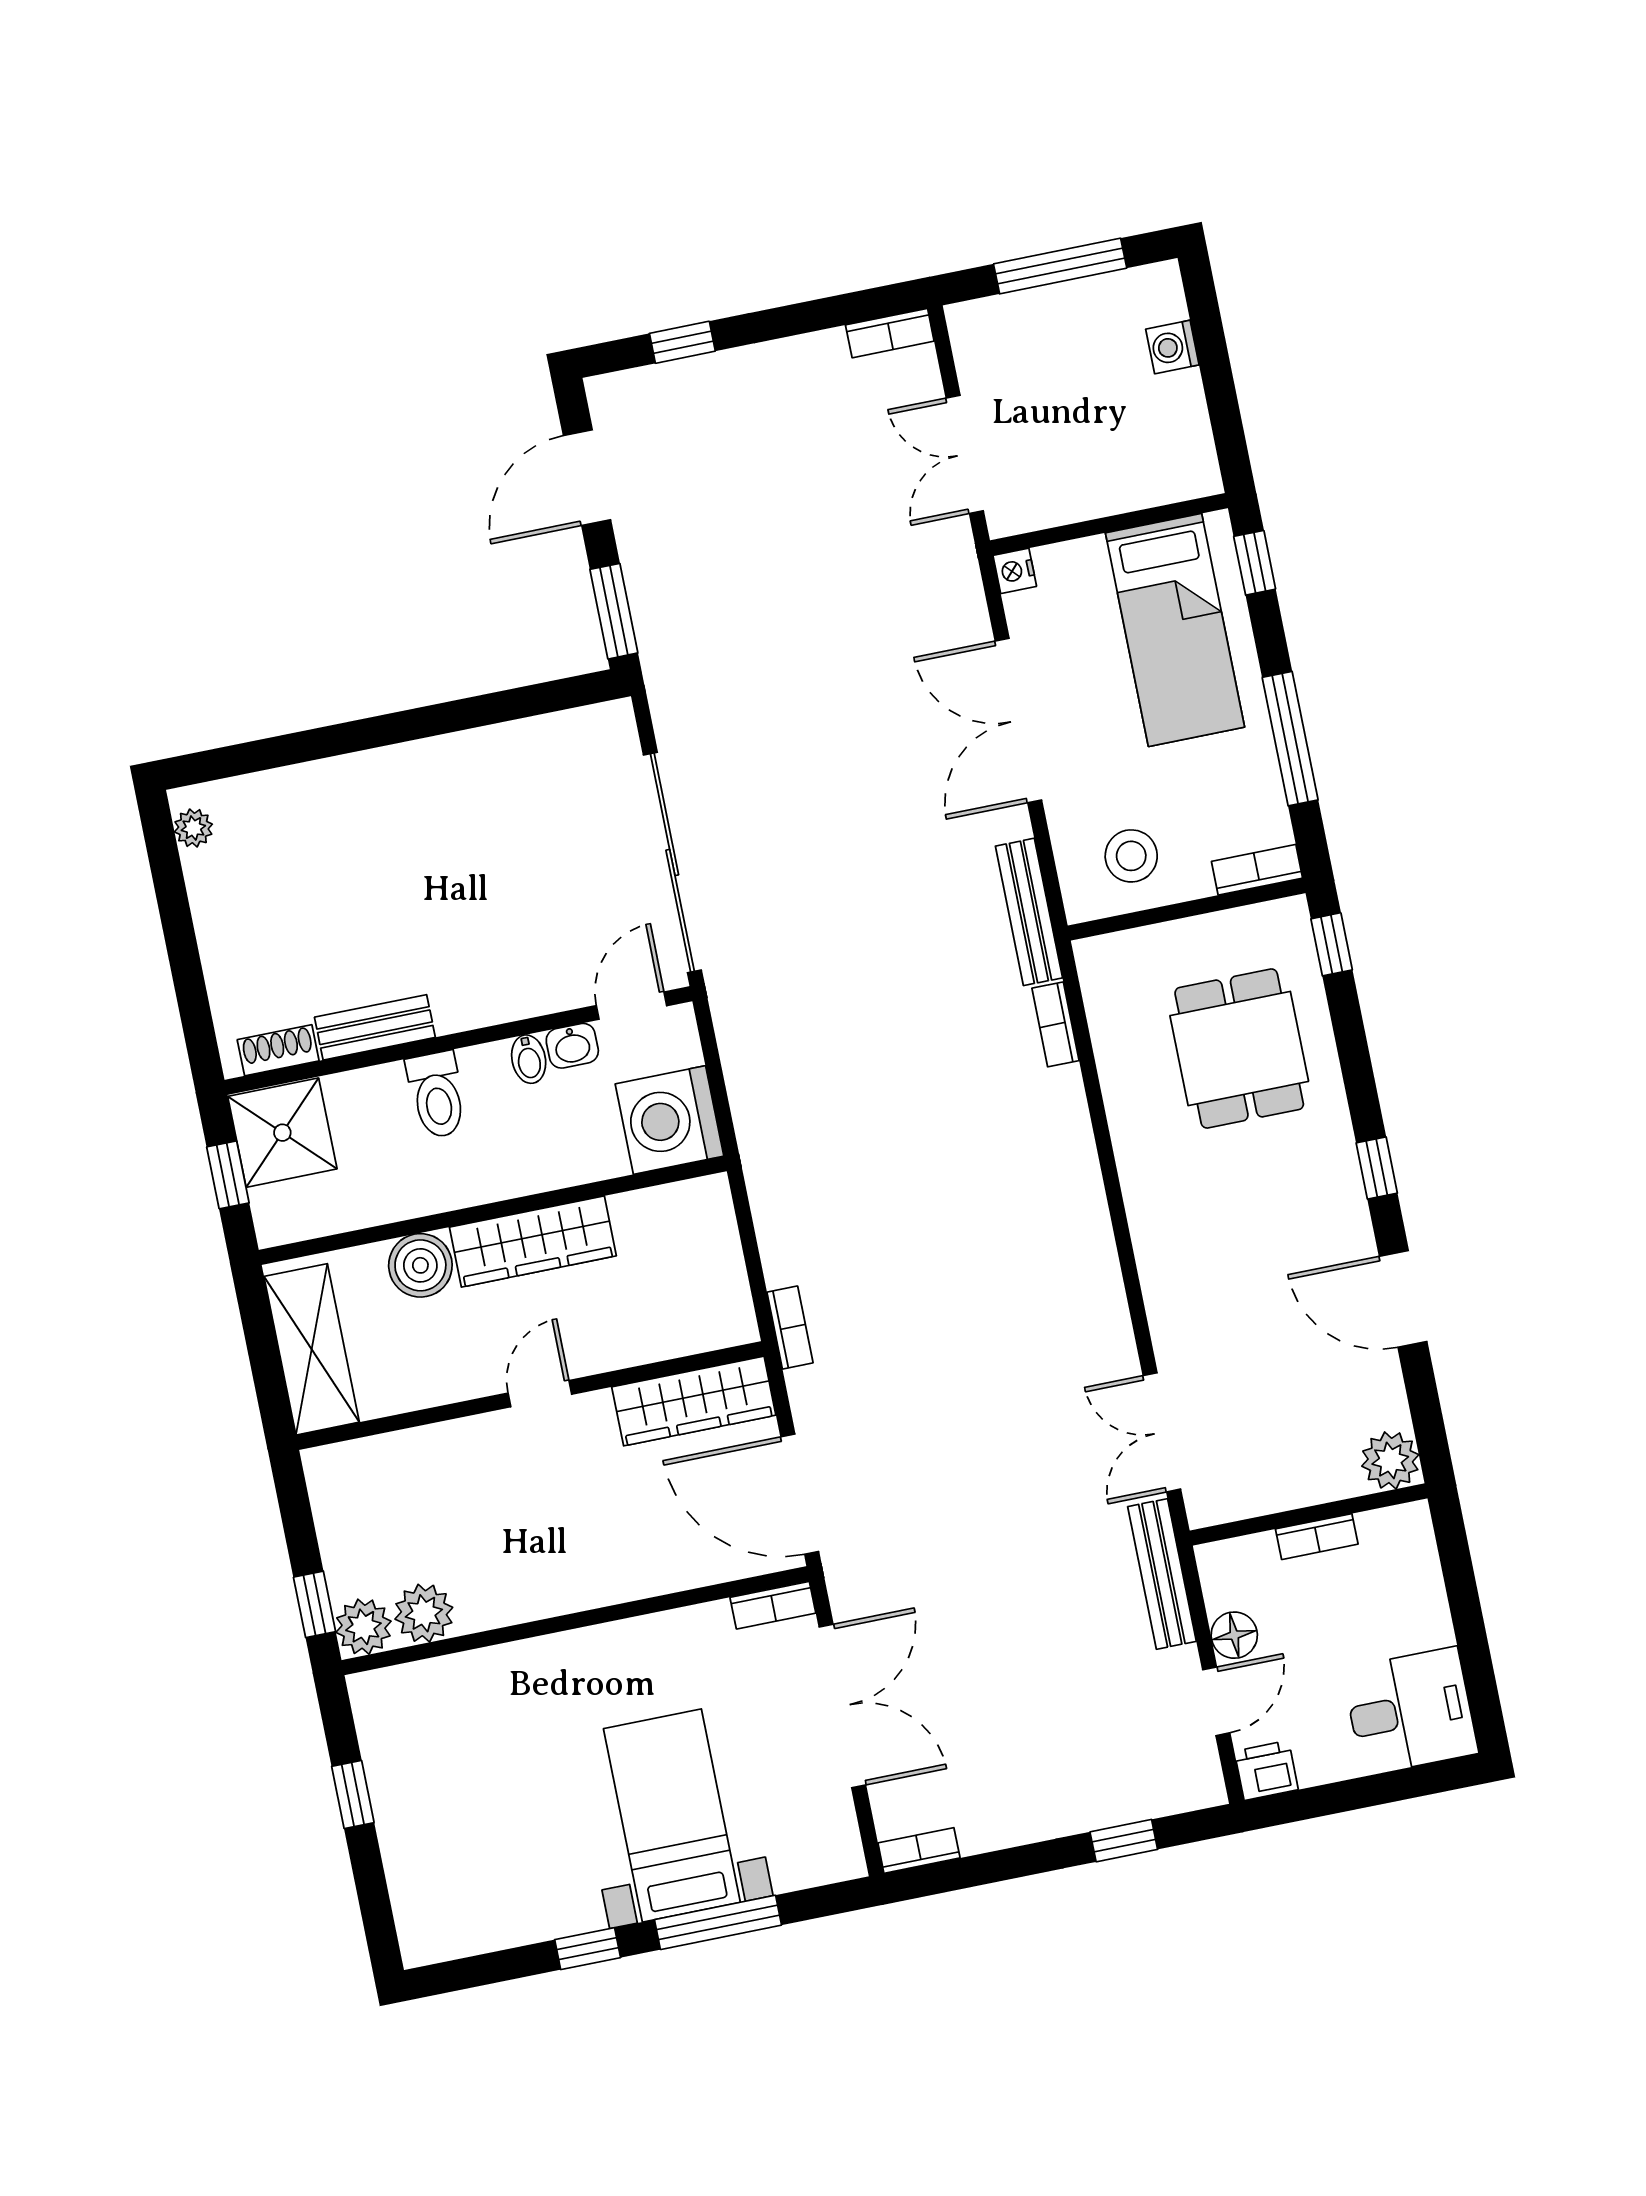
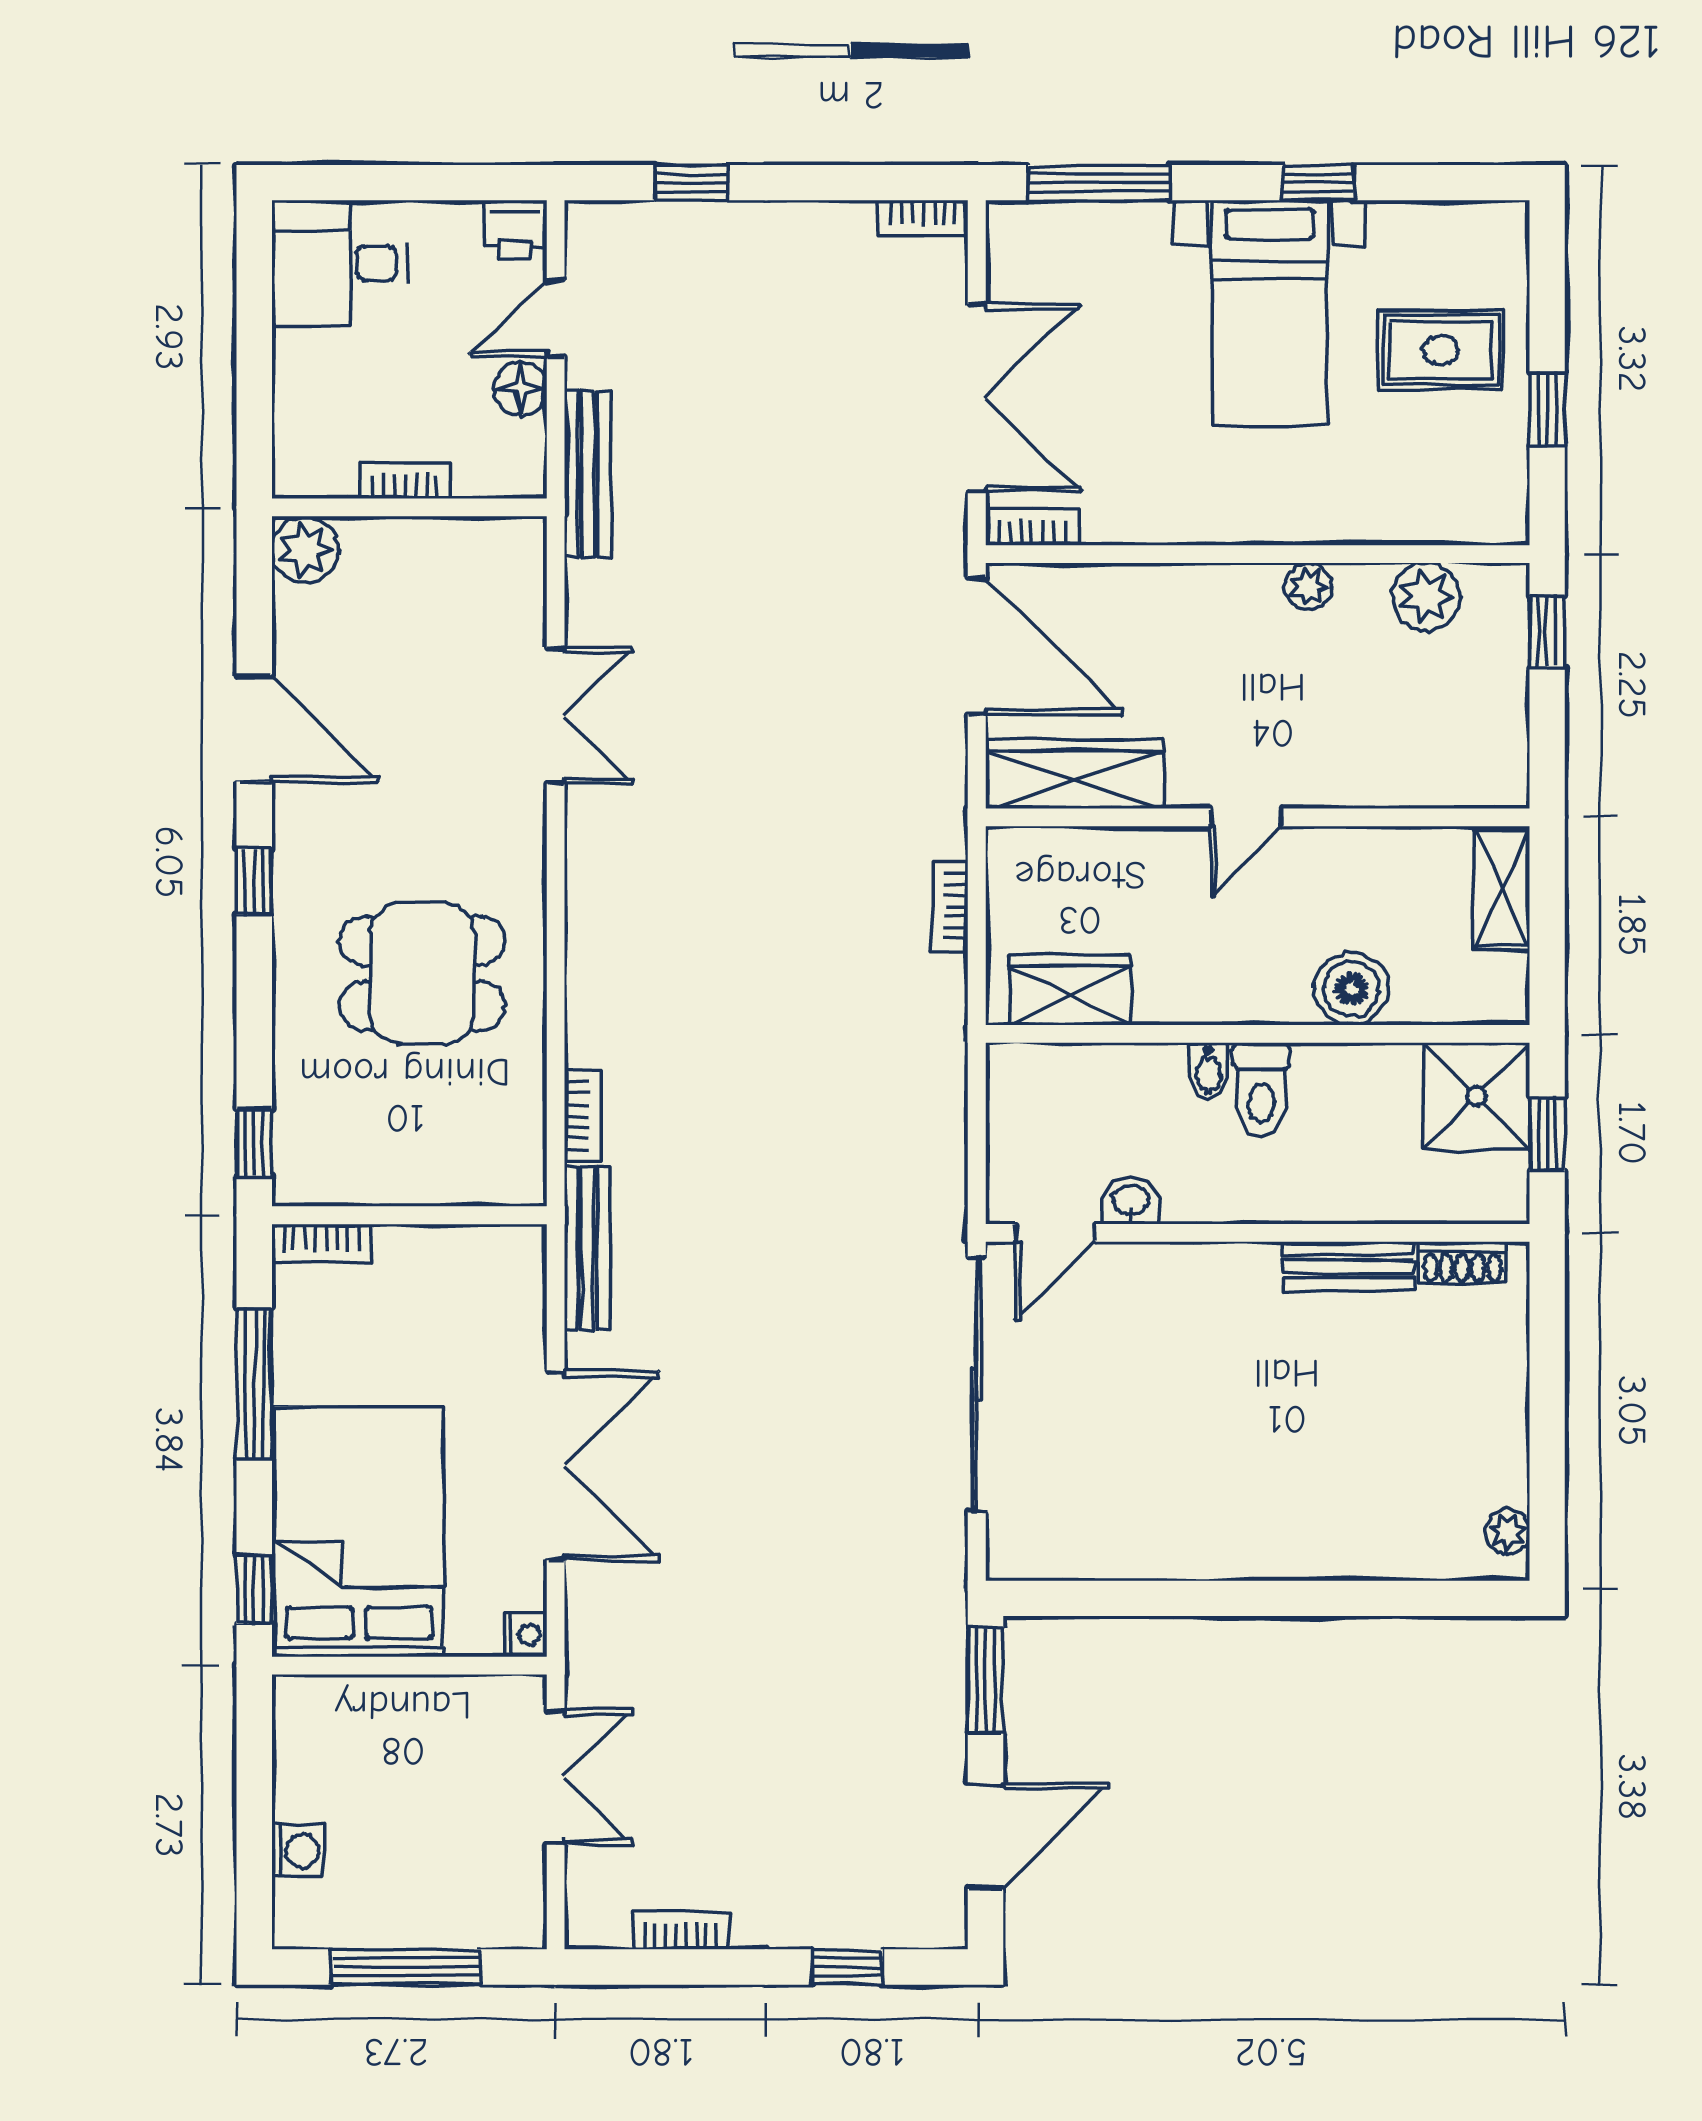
bookcase: (890, 333) -> (681, 1930), moved
bed: (1175, 630) -> (359, 1532), width x1.50
stool: (1131, 856) -> (459, 1288), removed
dining table: (1239, 1048) -> (422, 973), moved, turned 90
bidet: (529, 1059) -> (1209, 1071), moved, turned 180
toilet: (437, 1095) -> (1261, 1090), moved, turned 180
washing machine: (669, 1120) -> (1038, 1096), removed
shower: (282, 1133) -> (1476, 1096), moved
wardrobe: (533, 1241) -> (1070, 990), moved, width x0.67
bookcase: (790, 1328) -> (950, 907), moved
shelving: (312, 1349) -> (1502, 888), width x0.67, depth x0.75
double door: (1162, 1432) -> (556, 716), moved
plant: (363, 1627) -> (1308, 586), moved, width x0.73, depth x0.73
double door: (842, 1706) -> (977, 398), swing flipped
bed with nightstands: (672, 1815) -> (1270, 313), moved
rug: (454, 1827) -> (1441, 350), added
window: (718, 1922) -> (1099, 183), moved

